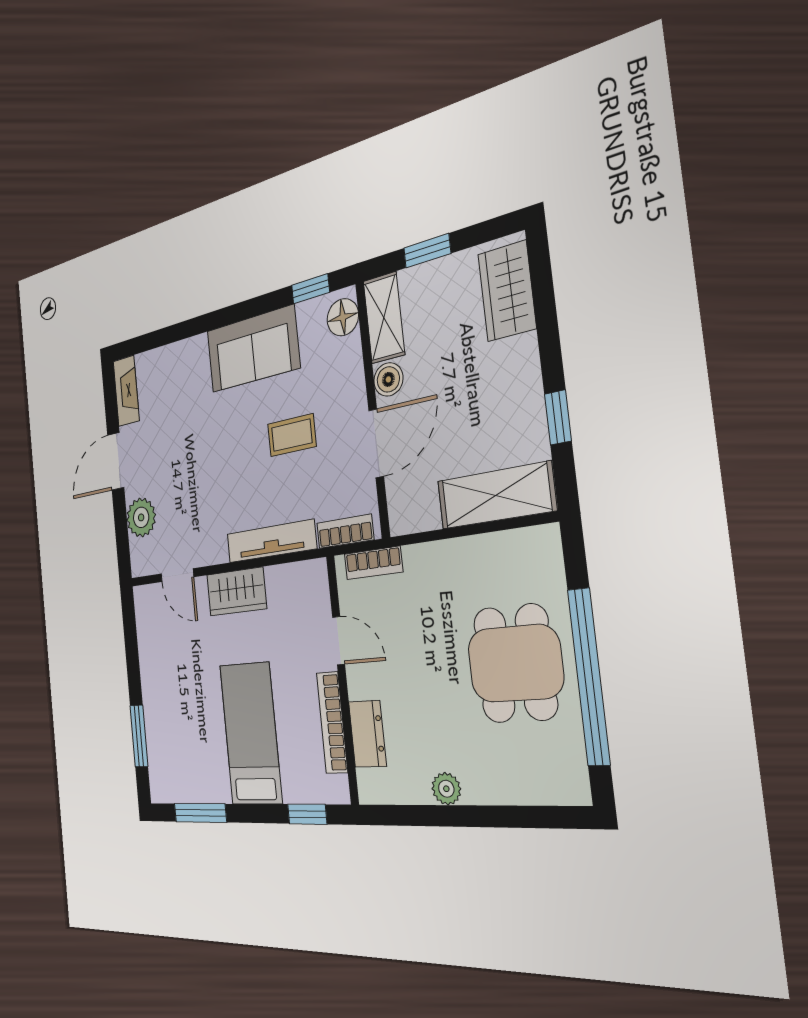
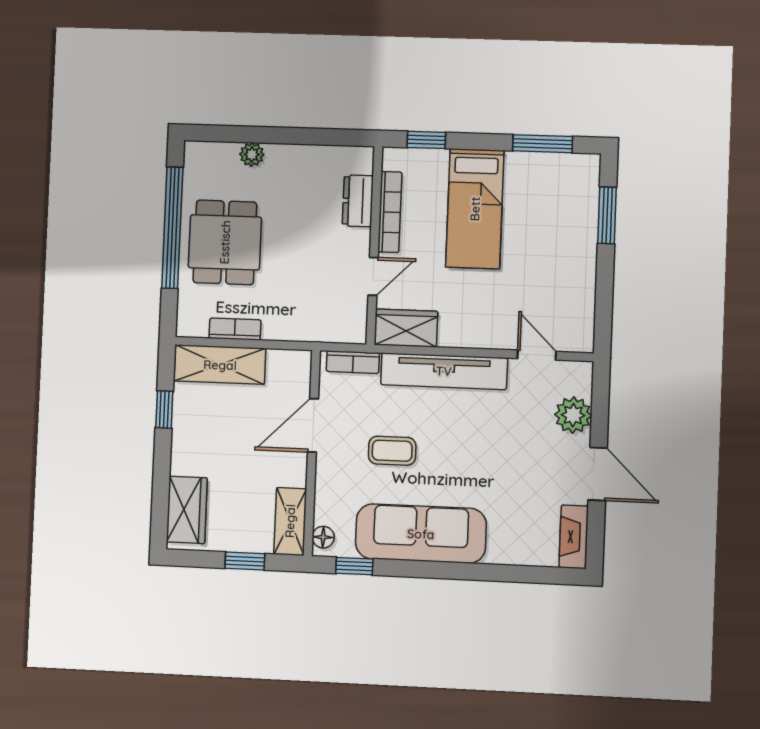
floor lamp: (343, 317) -> (323, 537), width x0.73, depth x0.73
sofa: (253, 349) -> (421, 534), width x1.36
boiler: (388, 379) -> (294, 472), removed
door: (116, 461) -> (598, 474), hinge flipped
tv unit: (271, 541) -> (444, 371), width x1.36, depth x1.29
bookcase: (373, 563) -> (235, 329), moved
wardrobe: (236, 592) -> (406, 328), moved
door: (339, 641) -> (373, 276), swing flipped
plant: (446, 789) -> (252, 154), moved

